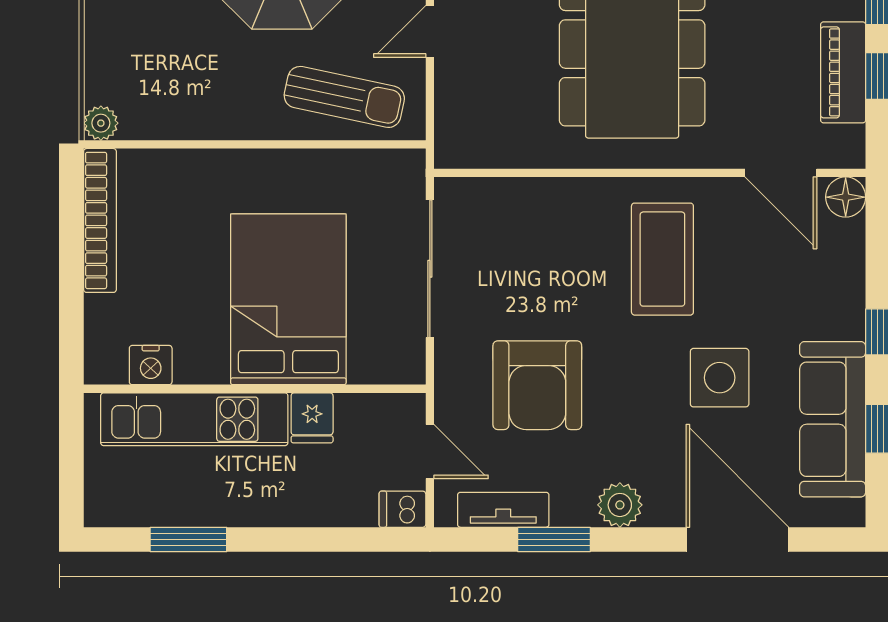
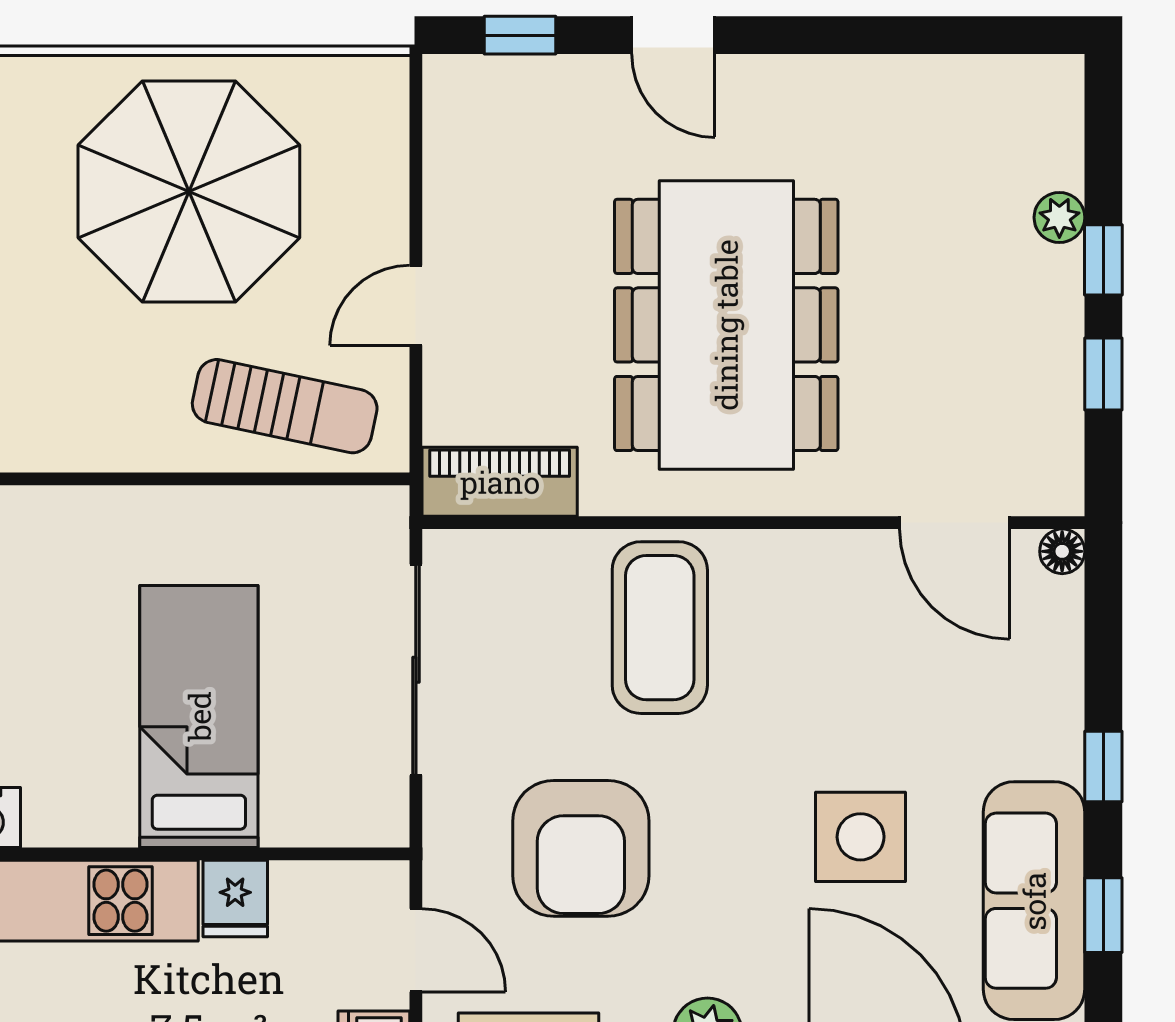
piano: (843, 72) -> (500, 482), moved, turned 90
floor lamp: (846, 197) -> (1062, 551), width x0.73, depth x0.73
coffee table: (662, 259) -> (660, 628), moved
bed: (288, 299) -> (199, 716), width x0.67

